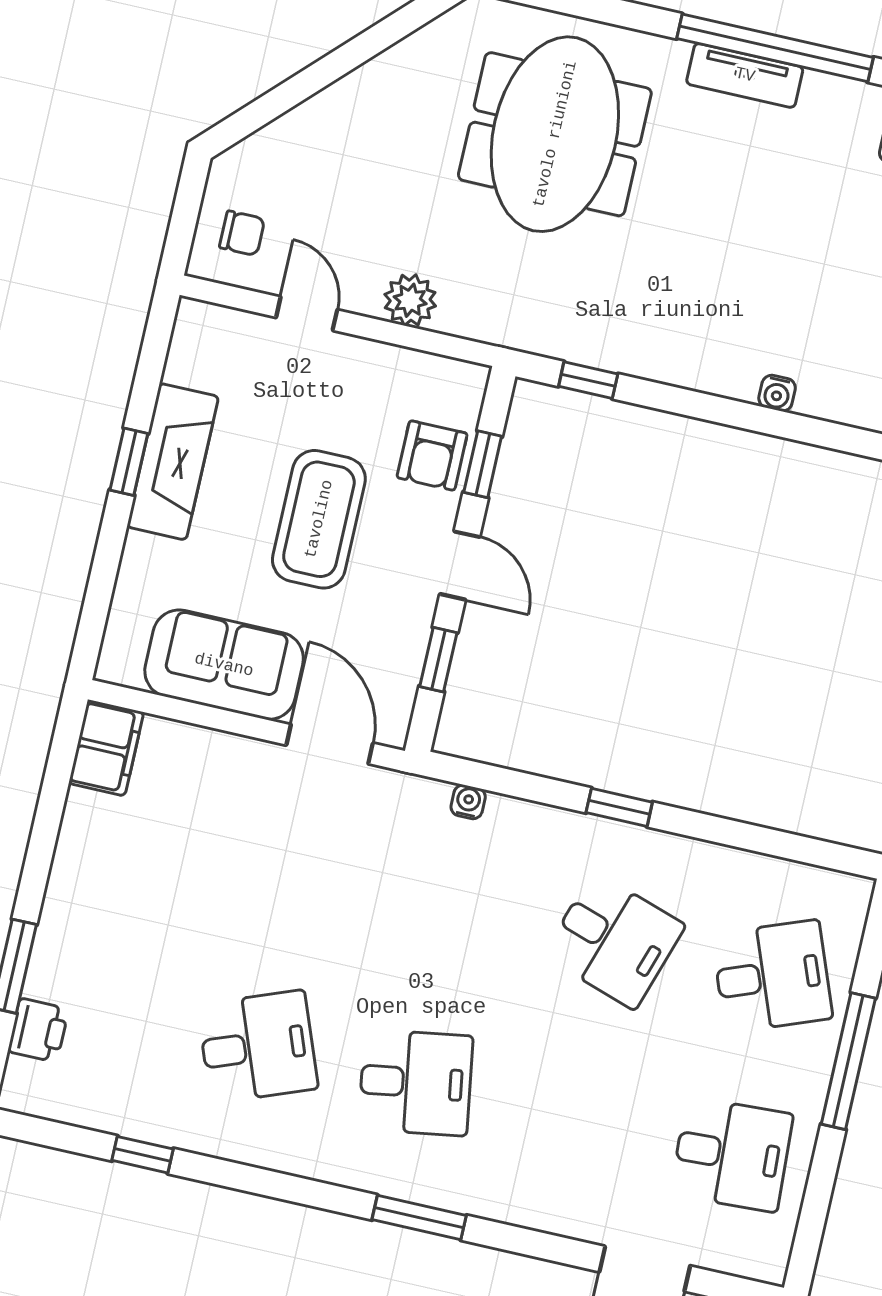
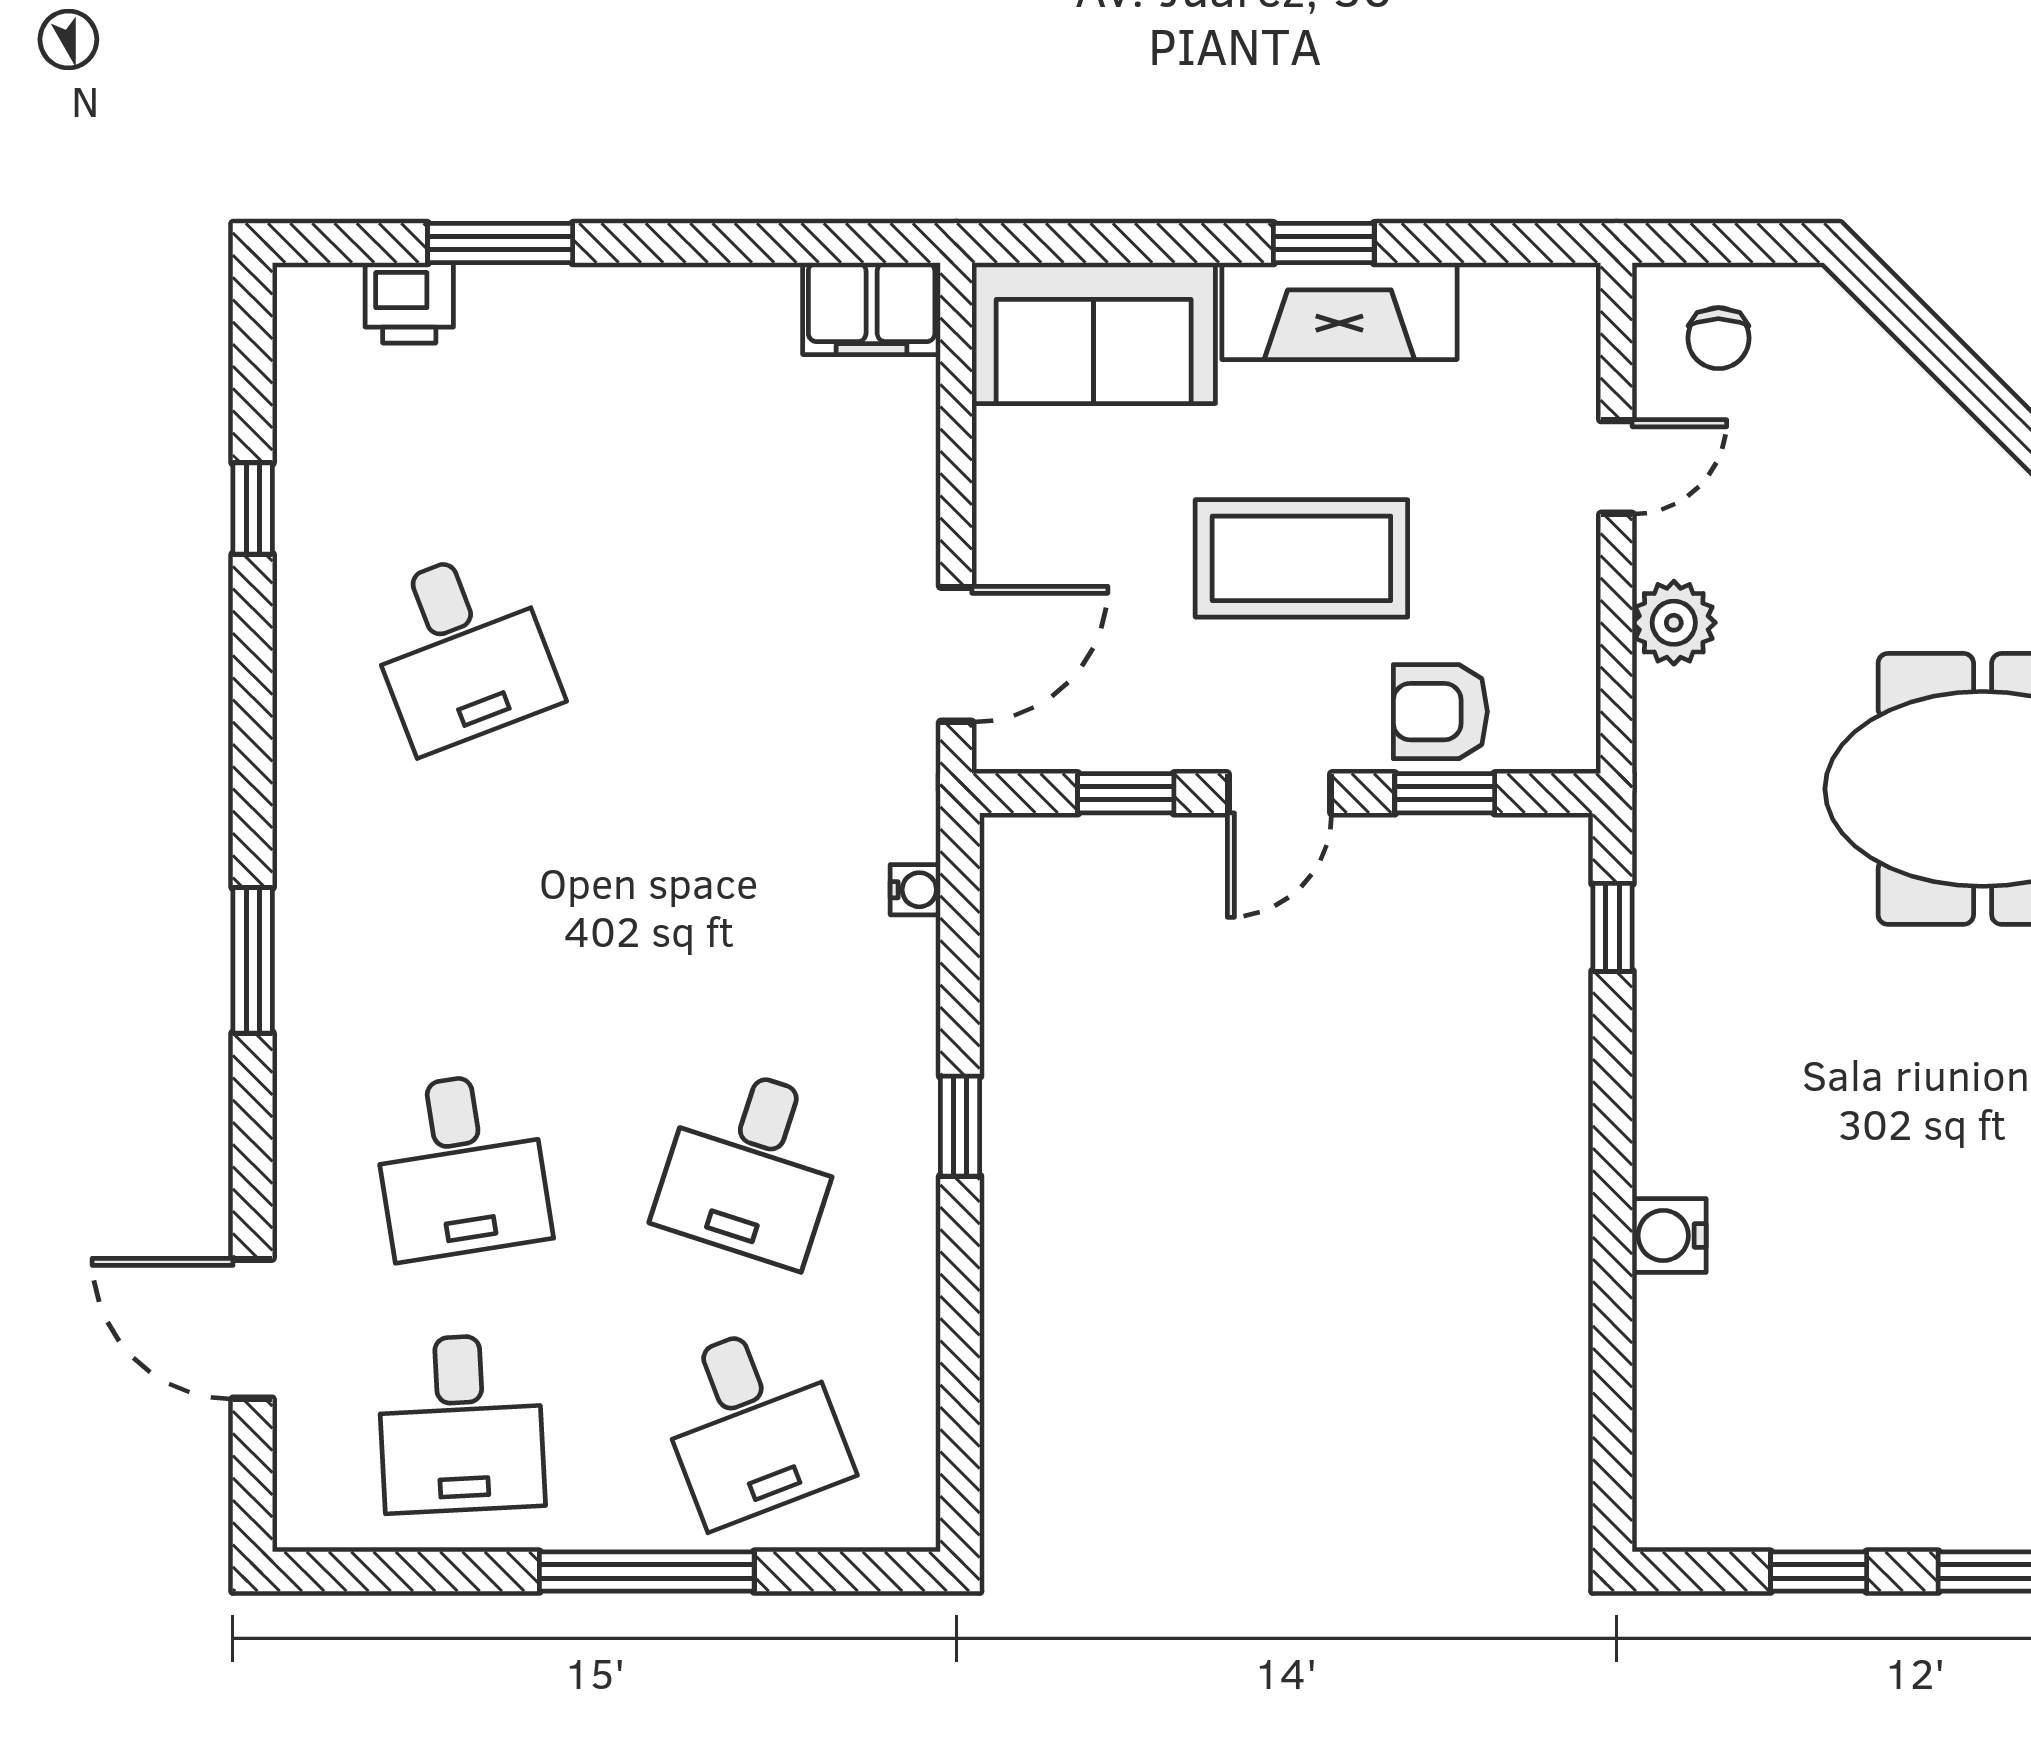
water cooler: (777, 393) -> (1669, 1236), width x1.38, depth x1.38
sofa: (224, 665) -> (1094, 333), moved, turned 90
desk: (416, 1083) -> (461, 1165), moved

